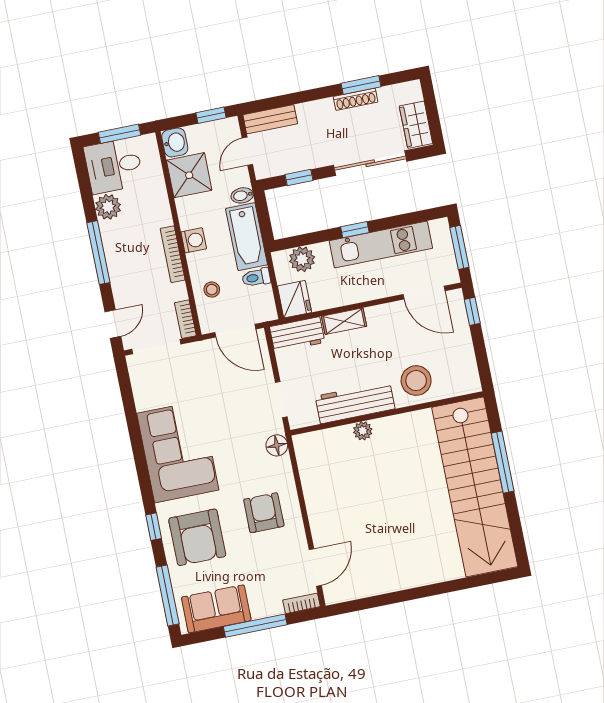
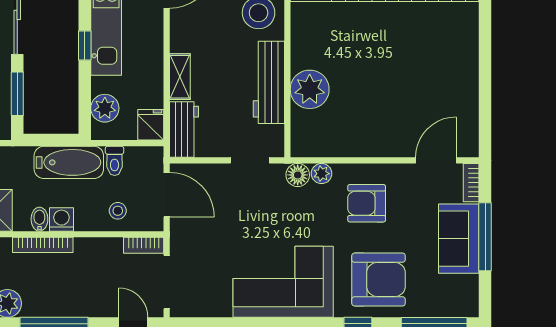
window: (299, 178) -> (17, 94), width x1.50
bidet: (242, 195) -> (39, 219), moved, turned 180
bookcase: (173, 254) -> (43, 245), moved
fridge: (294, 299) -> (151, 125), width x0.72
door: (235, 331) -> (167, 195), hinge flipped
plant: (363, 431) -> (310, 89), width x1.88, depth x1.88
plant: (282, 467) -> (322, 174), added
door: (315, 567) -> (436, 160), hinge flipped
sofa: (216, 609) -> (459, 239), moved

